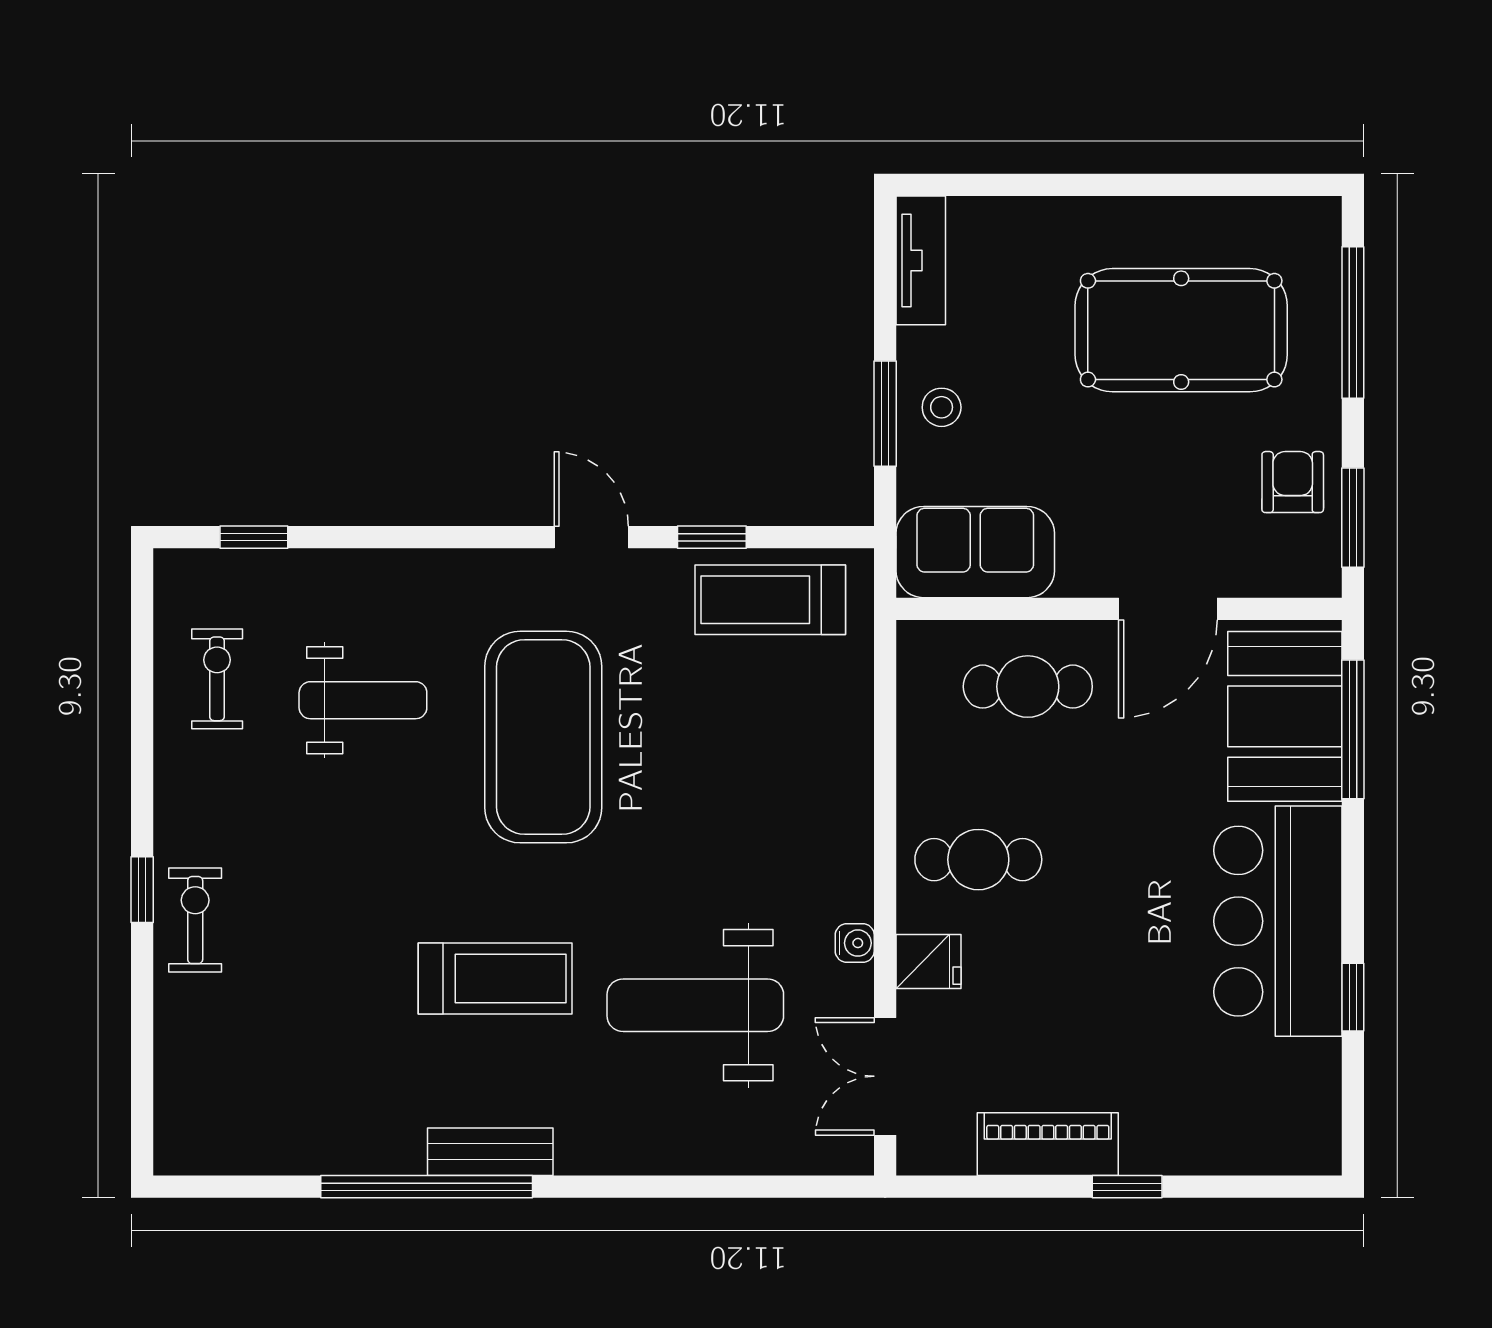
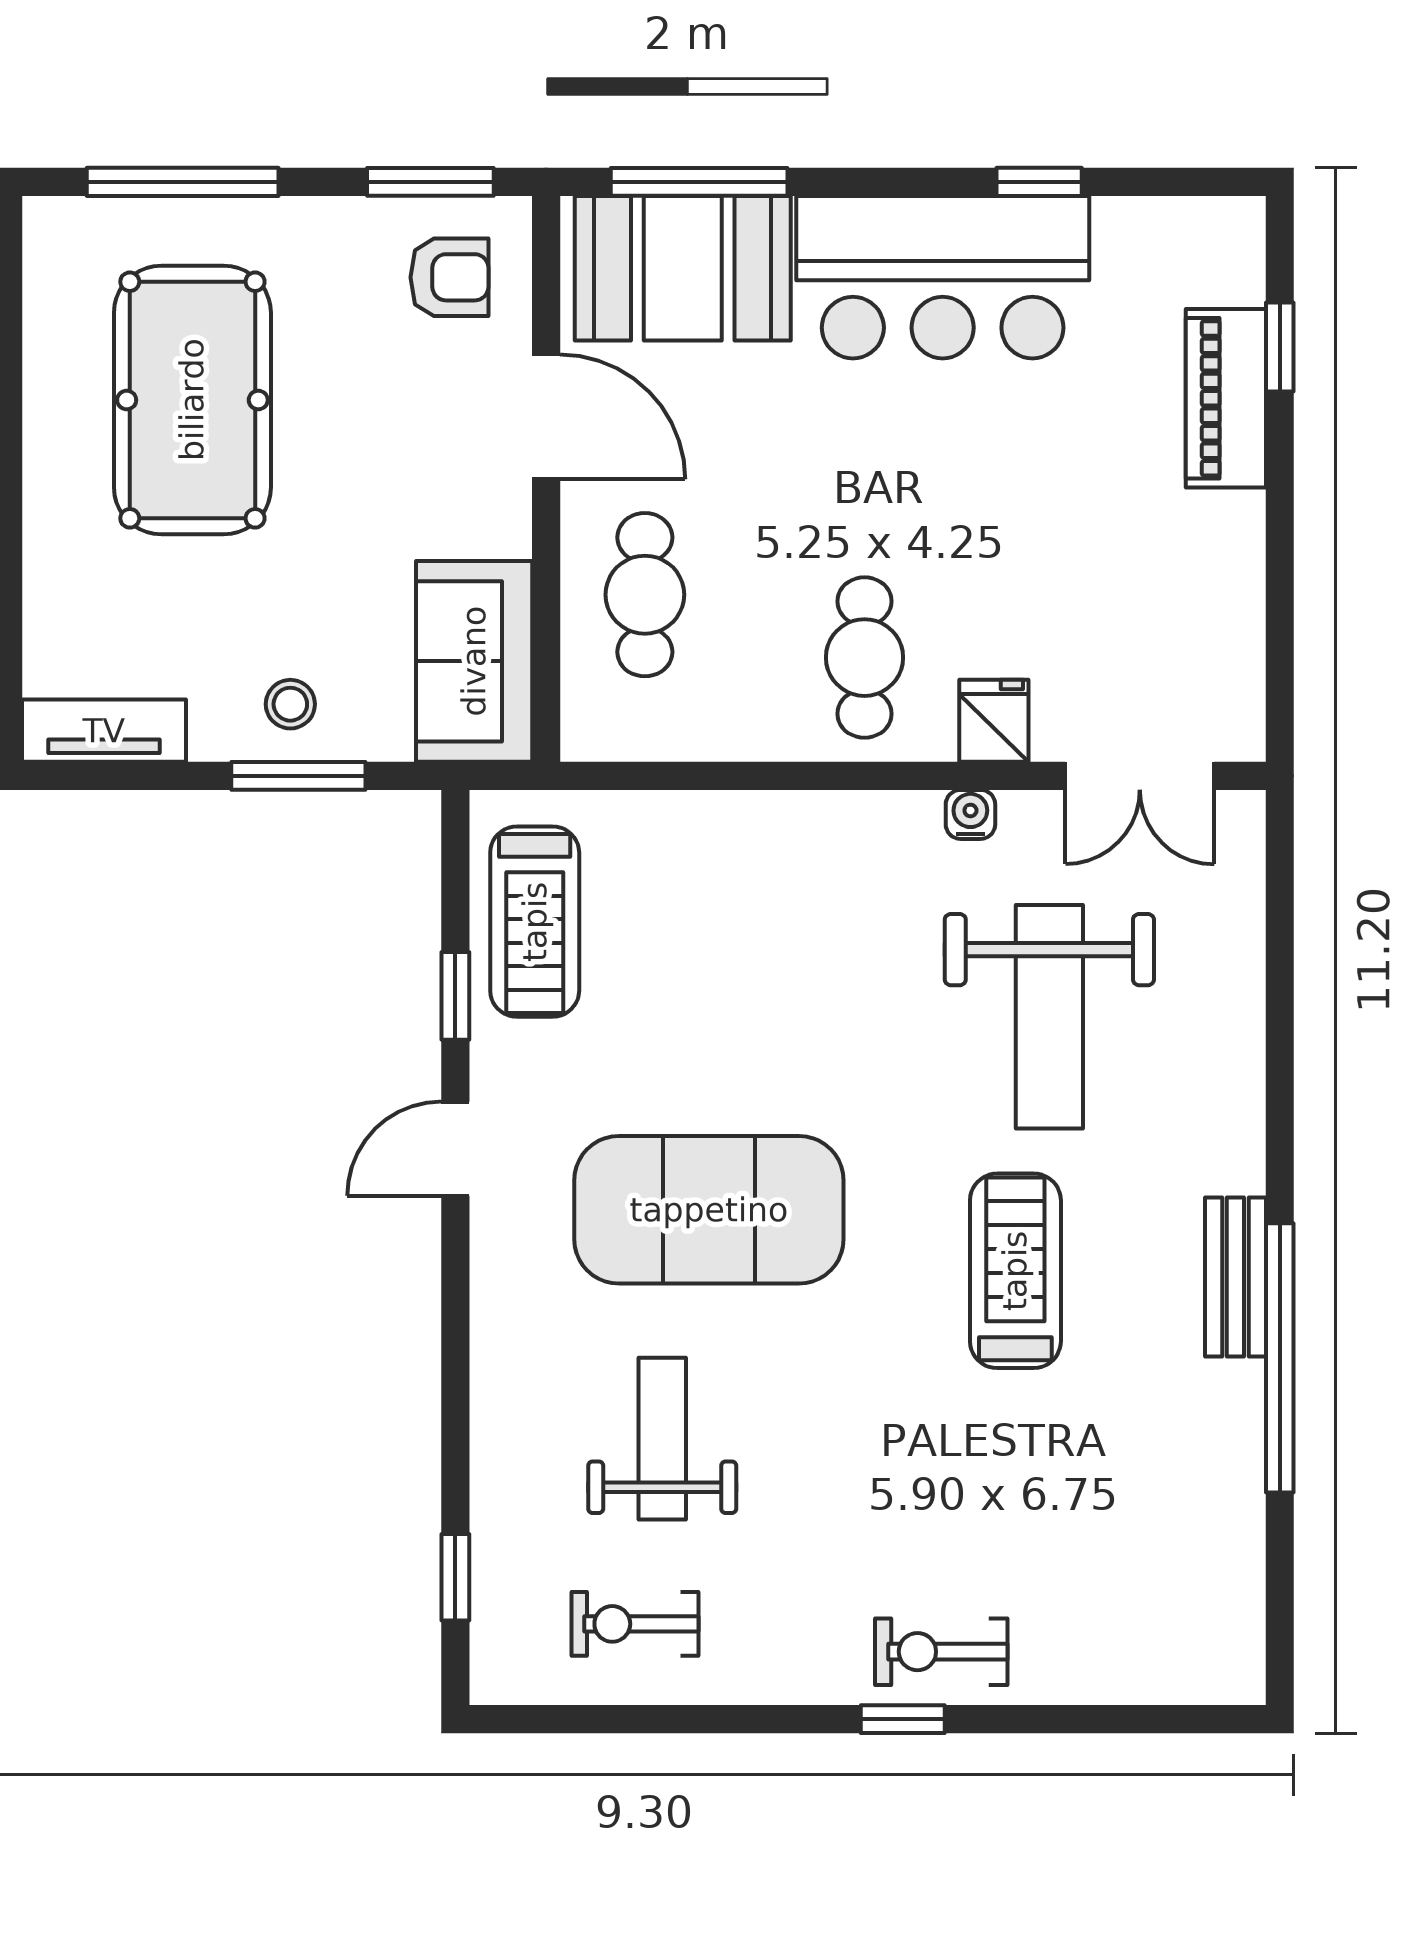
armchair: (1293, 482) -> (449, 277), moved, turned 180
piano: (1048, 1144) -> (1226, 398), moved
window: (1127, 1187) -> (1280, 347), moved

